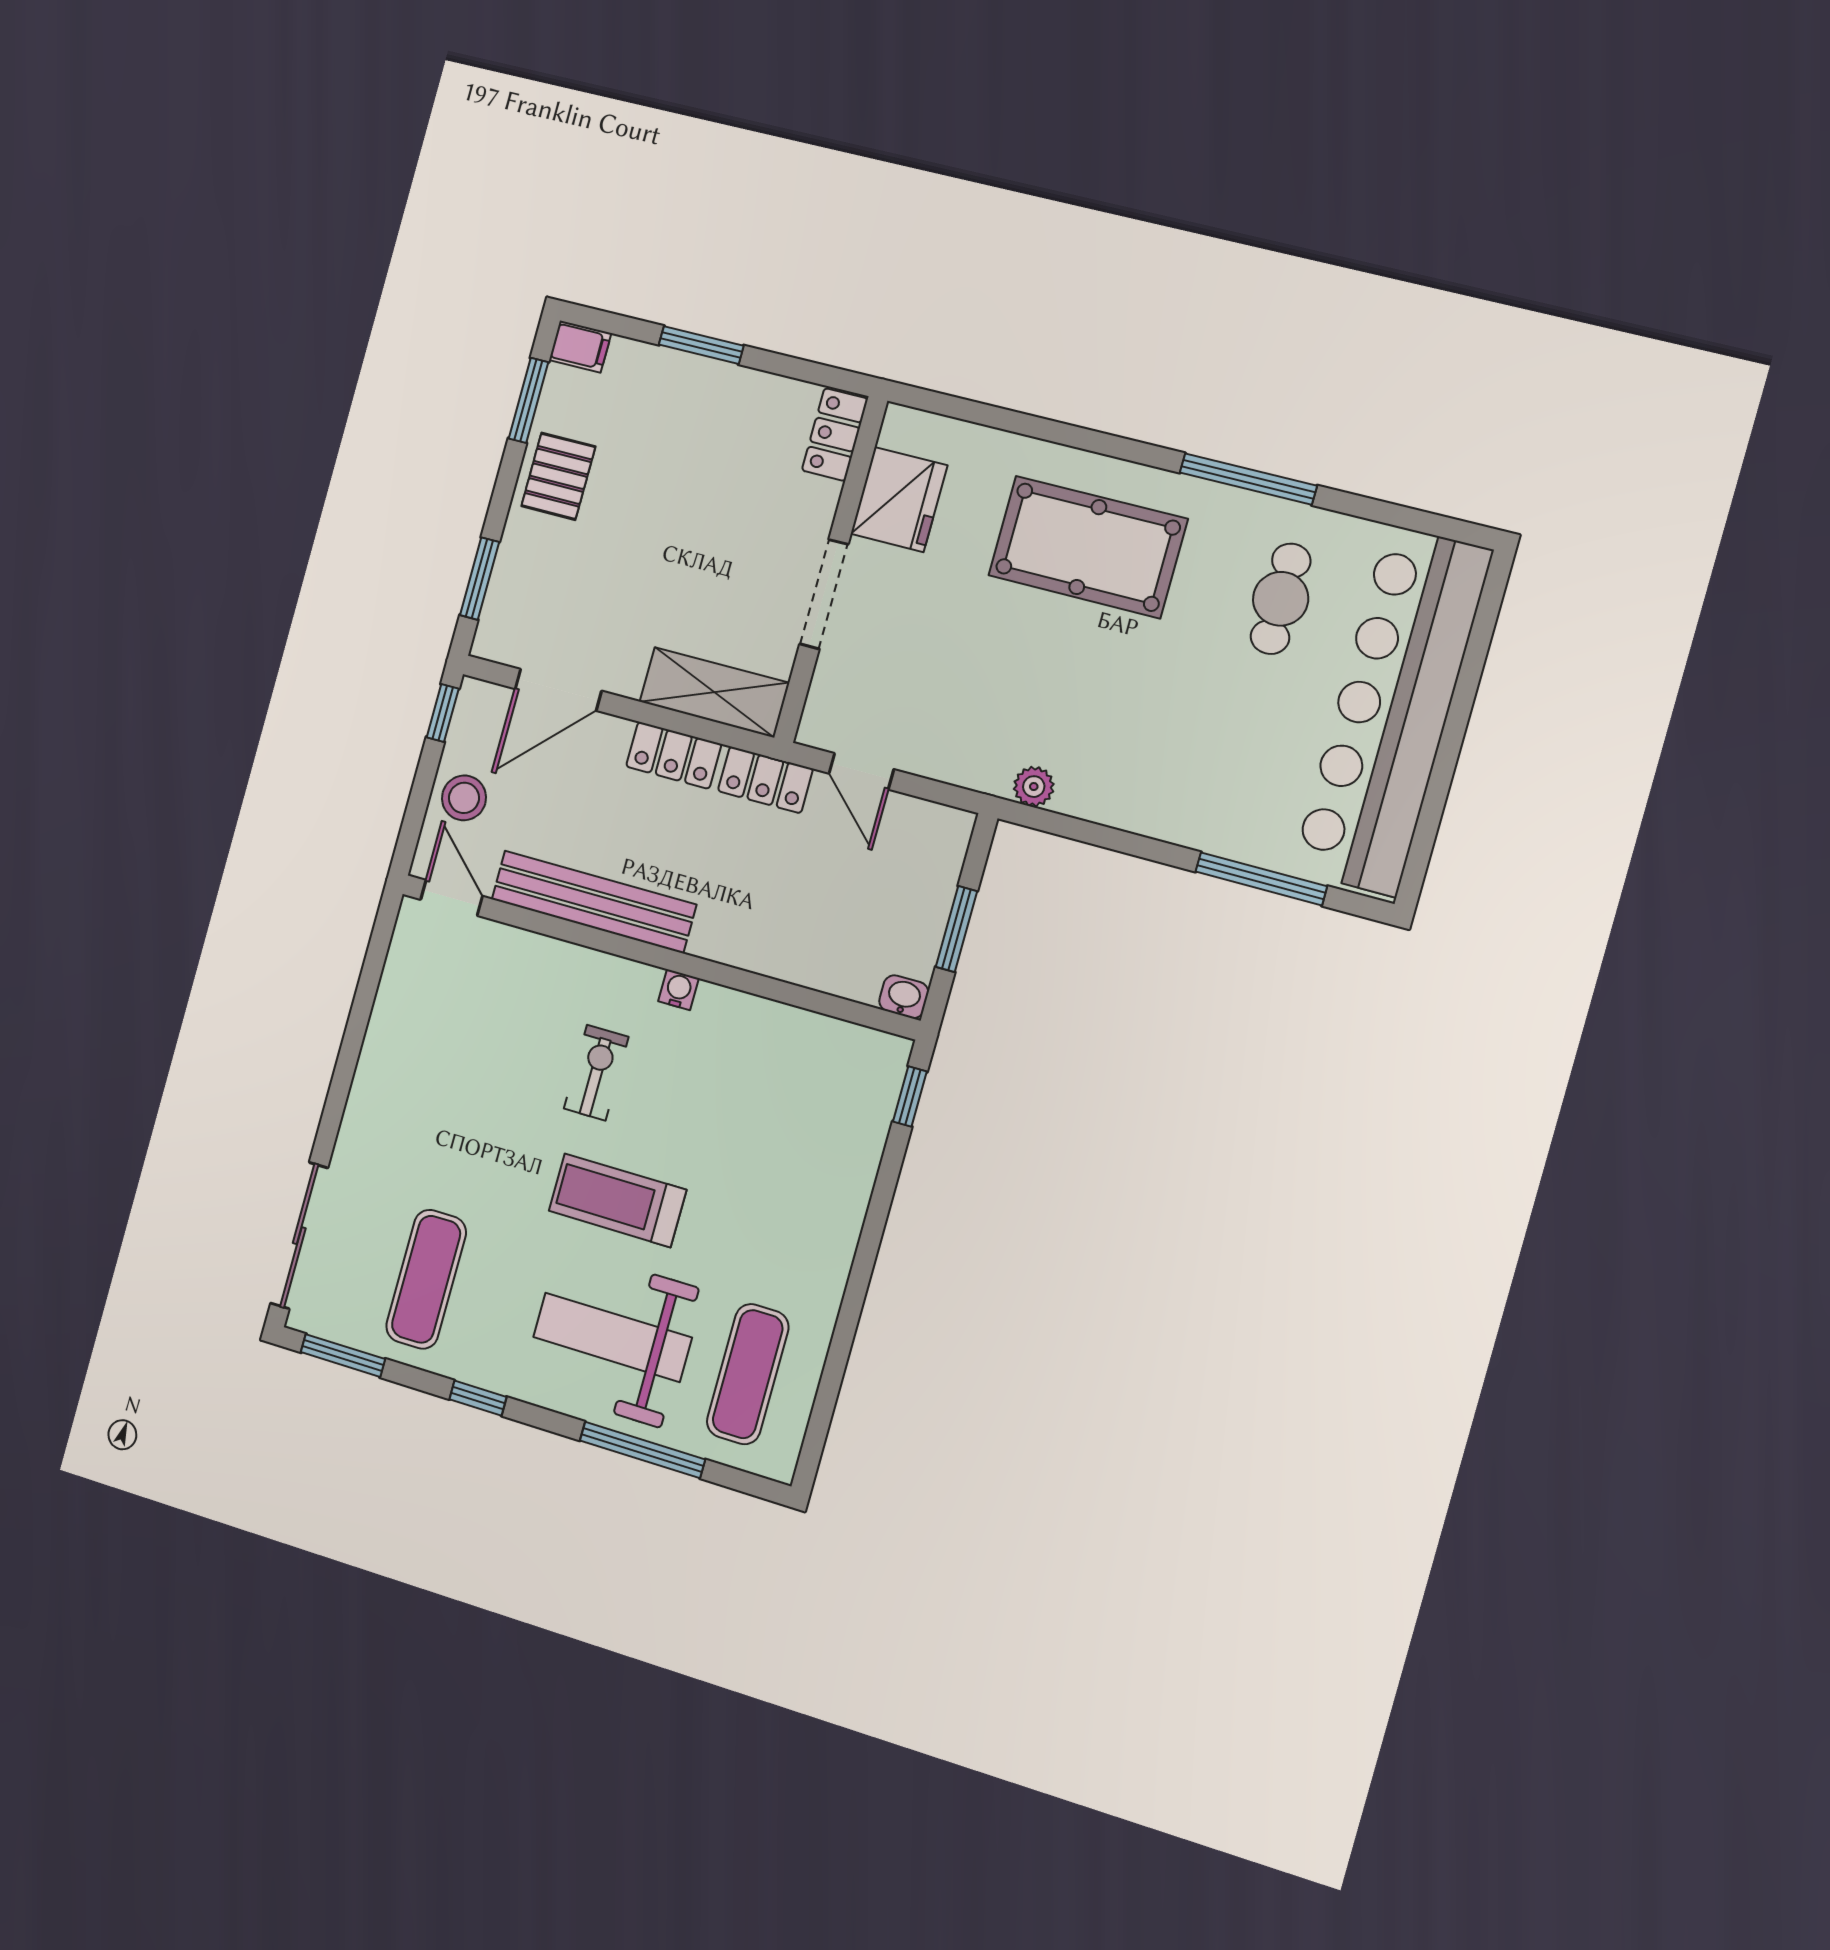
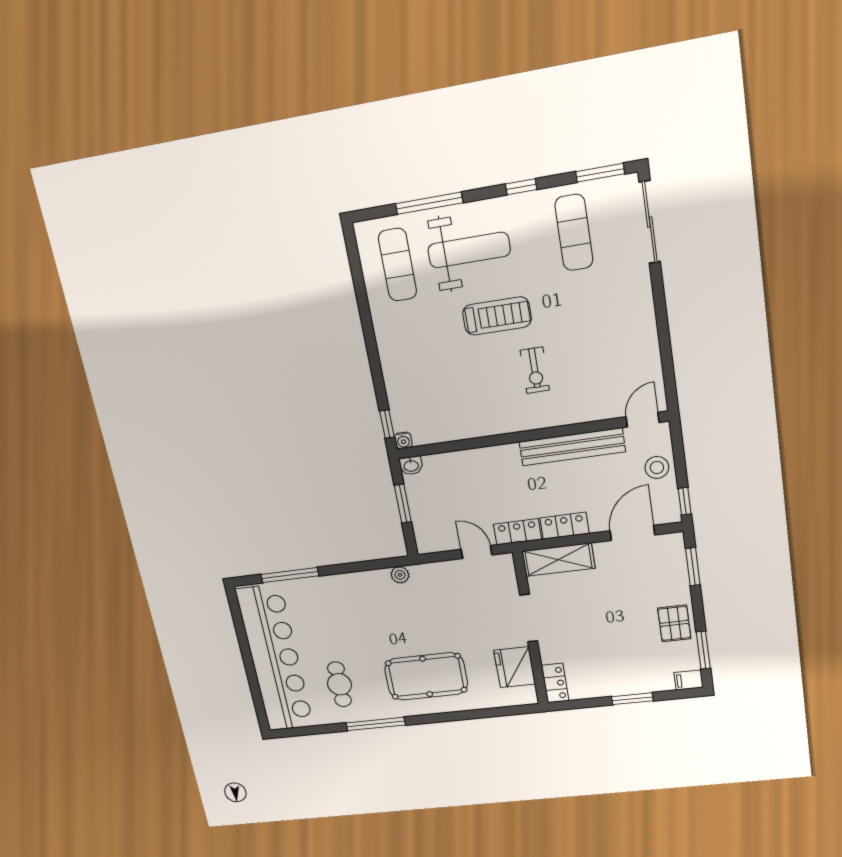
door: (452, 898) -> (643, 420), swing flipped
water cooler: (678, 990) -> (403, 440), moved

